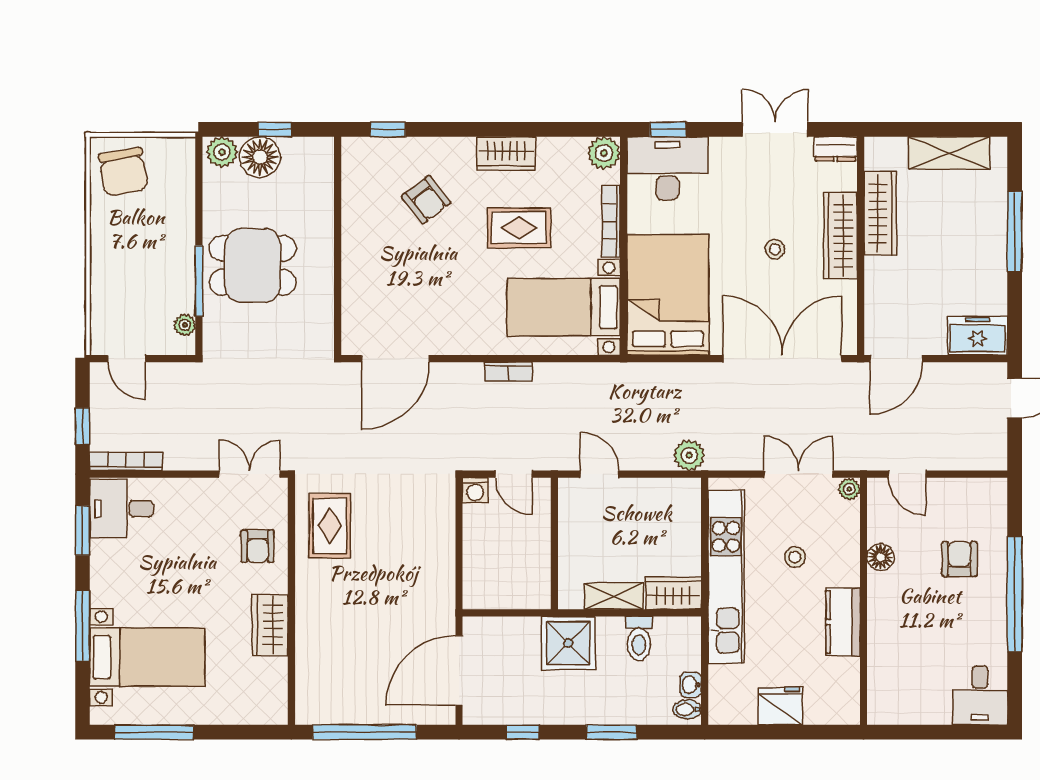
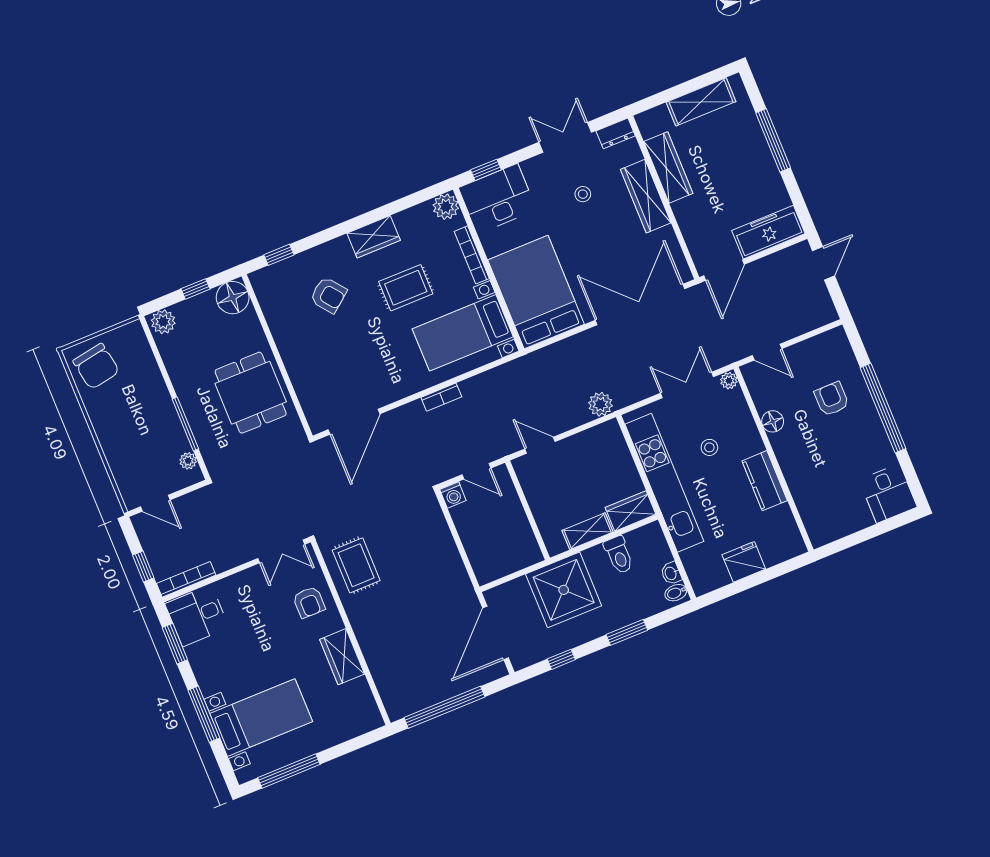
floor lamp: (260, 157) -> (233, 298), moved
stool: (775, 249) -> (583, 194), moved
dining table: (253, 265) -> (251, 393), moved, turned 90
freezer: (978, 336) -> (768, 232), width x1.40
double door: (250, 474) -> (281, 551), swing flipped
shower: (568, 643) -> (564, 590), width x1.37, depth x1.37

